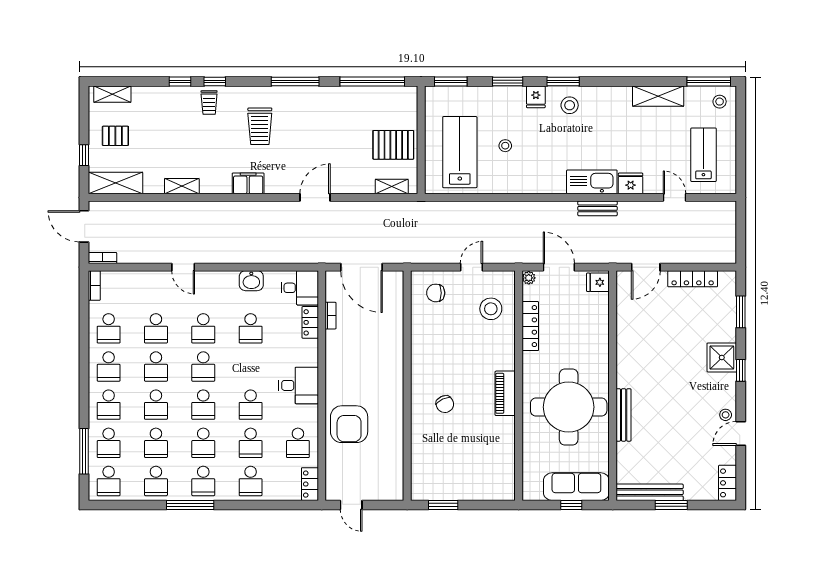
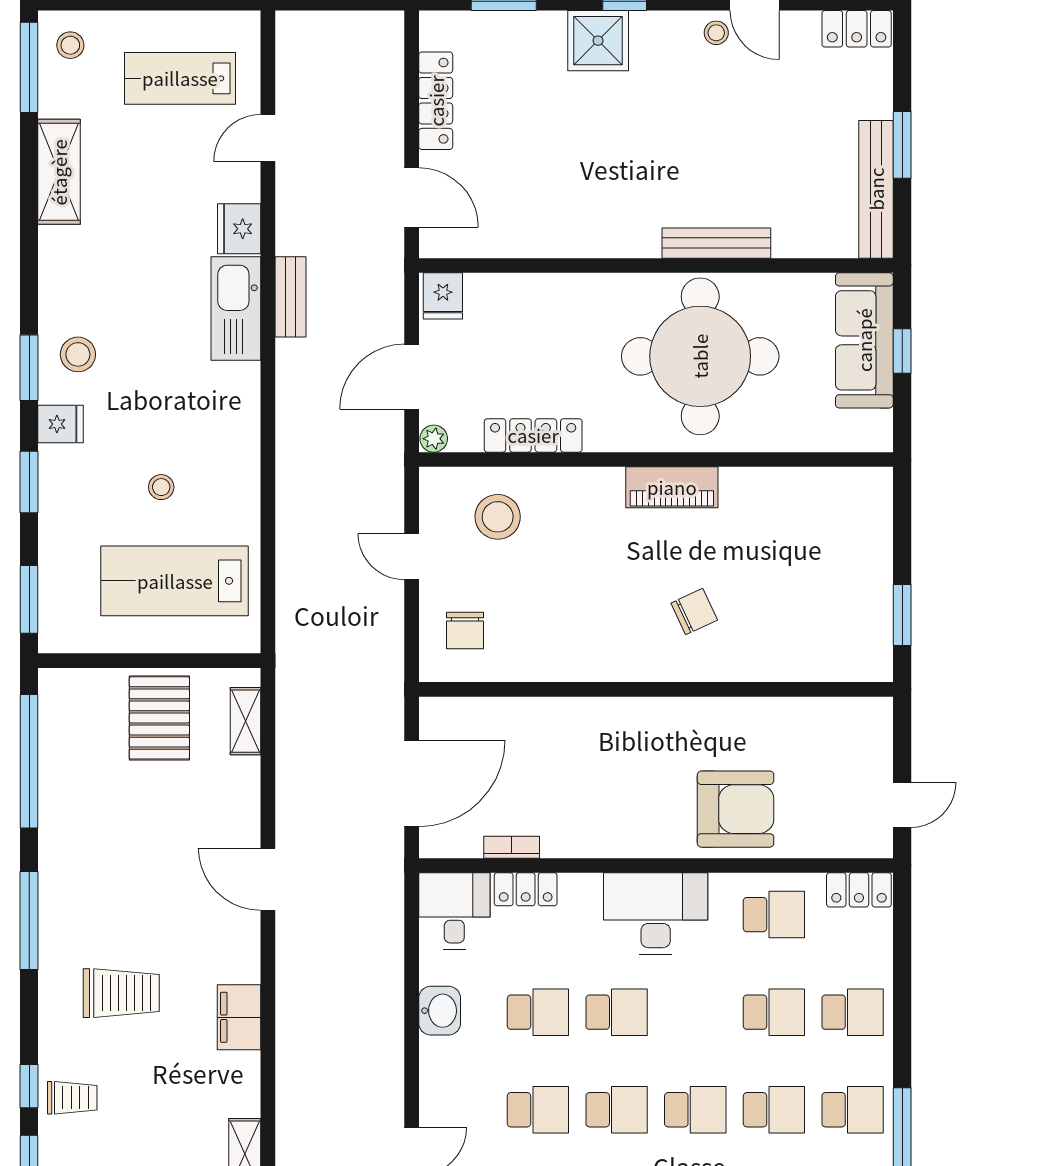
desk: (298, 385) -> (656, 913), width x1.37
school desk: (251, 405) -> (617, 1012), moved

